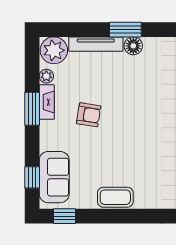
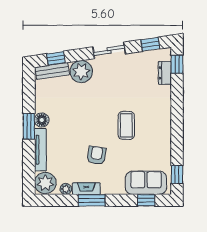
coffee table: (115, 197) -> (126, 125), moved

